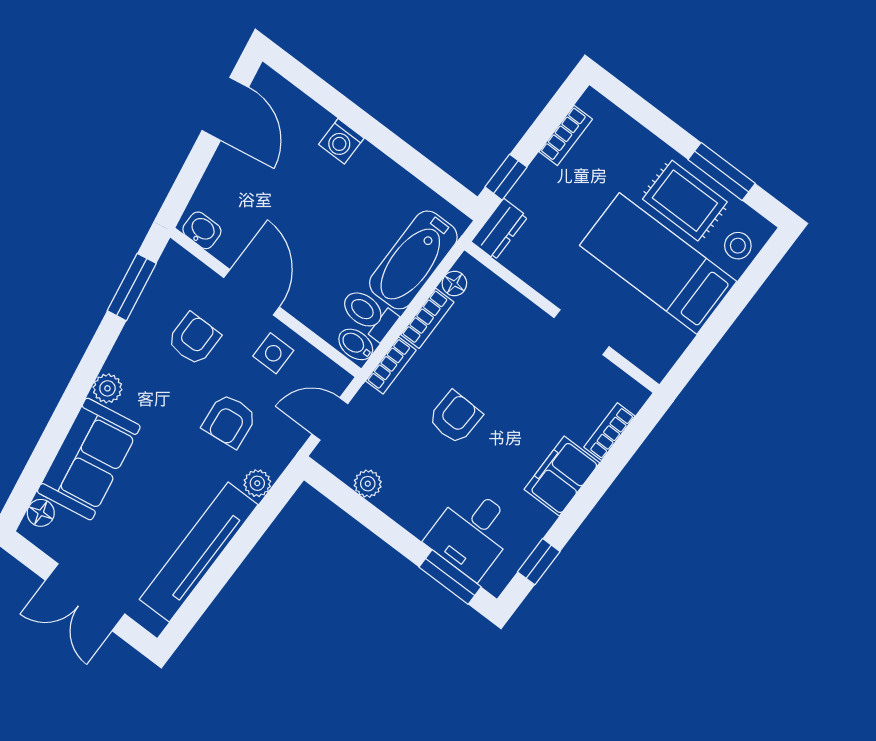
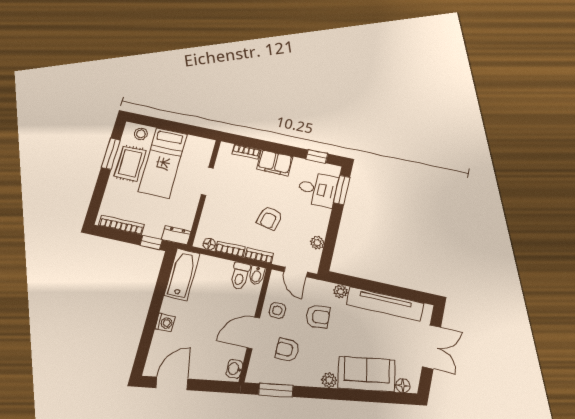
bookcase: (566, 135) -> (121, 225), width x1.56
bathtub: (413, 260) -> (182, 274), moved, turned -90
armchair: (455, 417) -> (270, 218), turned -78

